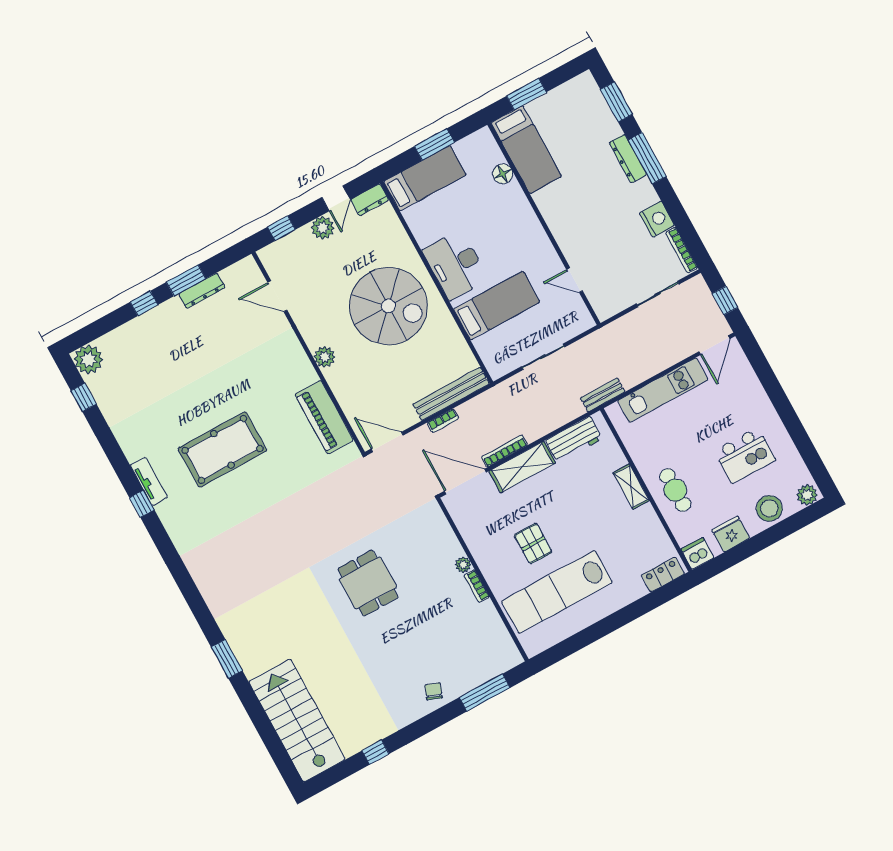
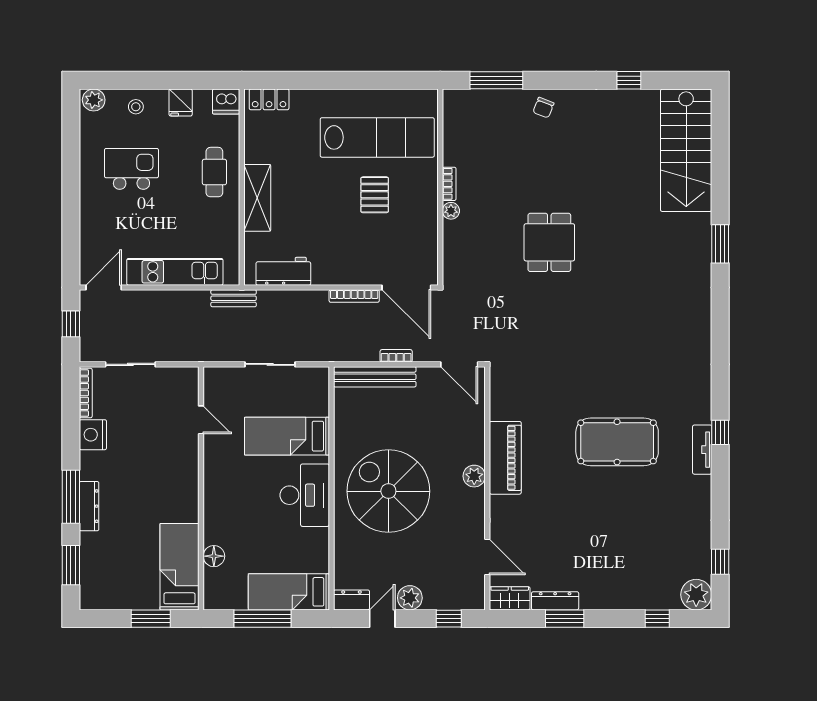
window: (435, 144) -> (263, 619), width x1.44
wardrobe: (240, 272) -> (510, 598), added
window: (144, 303) -> (657, 619), moved
piano: (324, 417) -> (505, 458), moved
shelving: (522, 467) -> (346, 272), removed
shelving: (631, 487) -> (257, 198), width x1.50, depth x1.33
stool: (769, 508) -> (136, 107), width x0.53, depth x0.53
fridge: (731, 534) -> (181, 102), width x0.72

